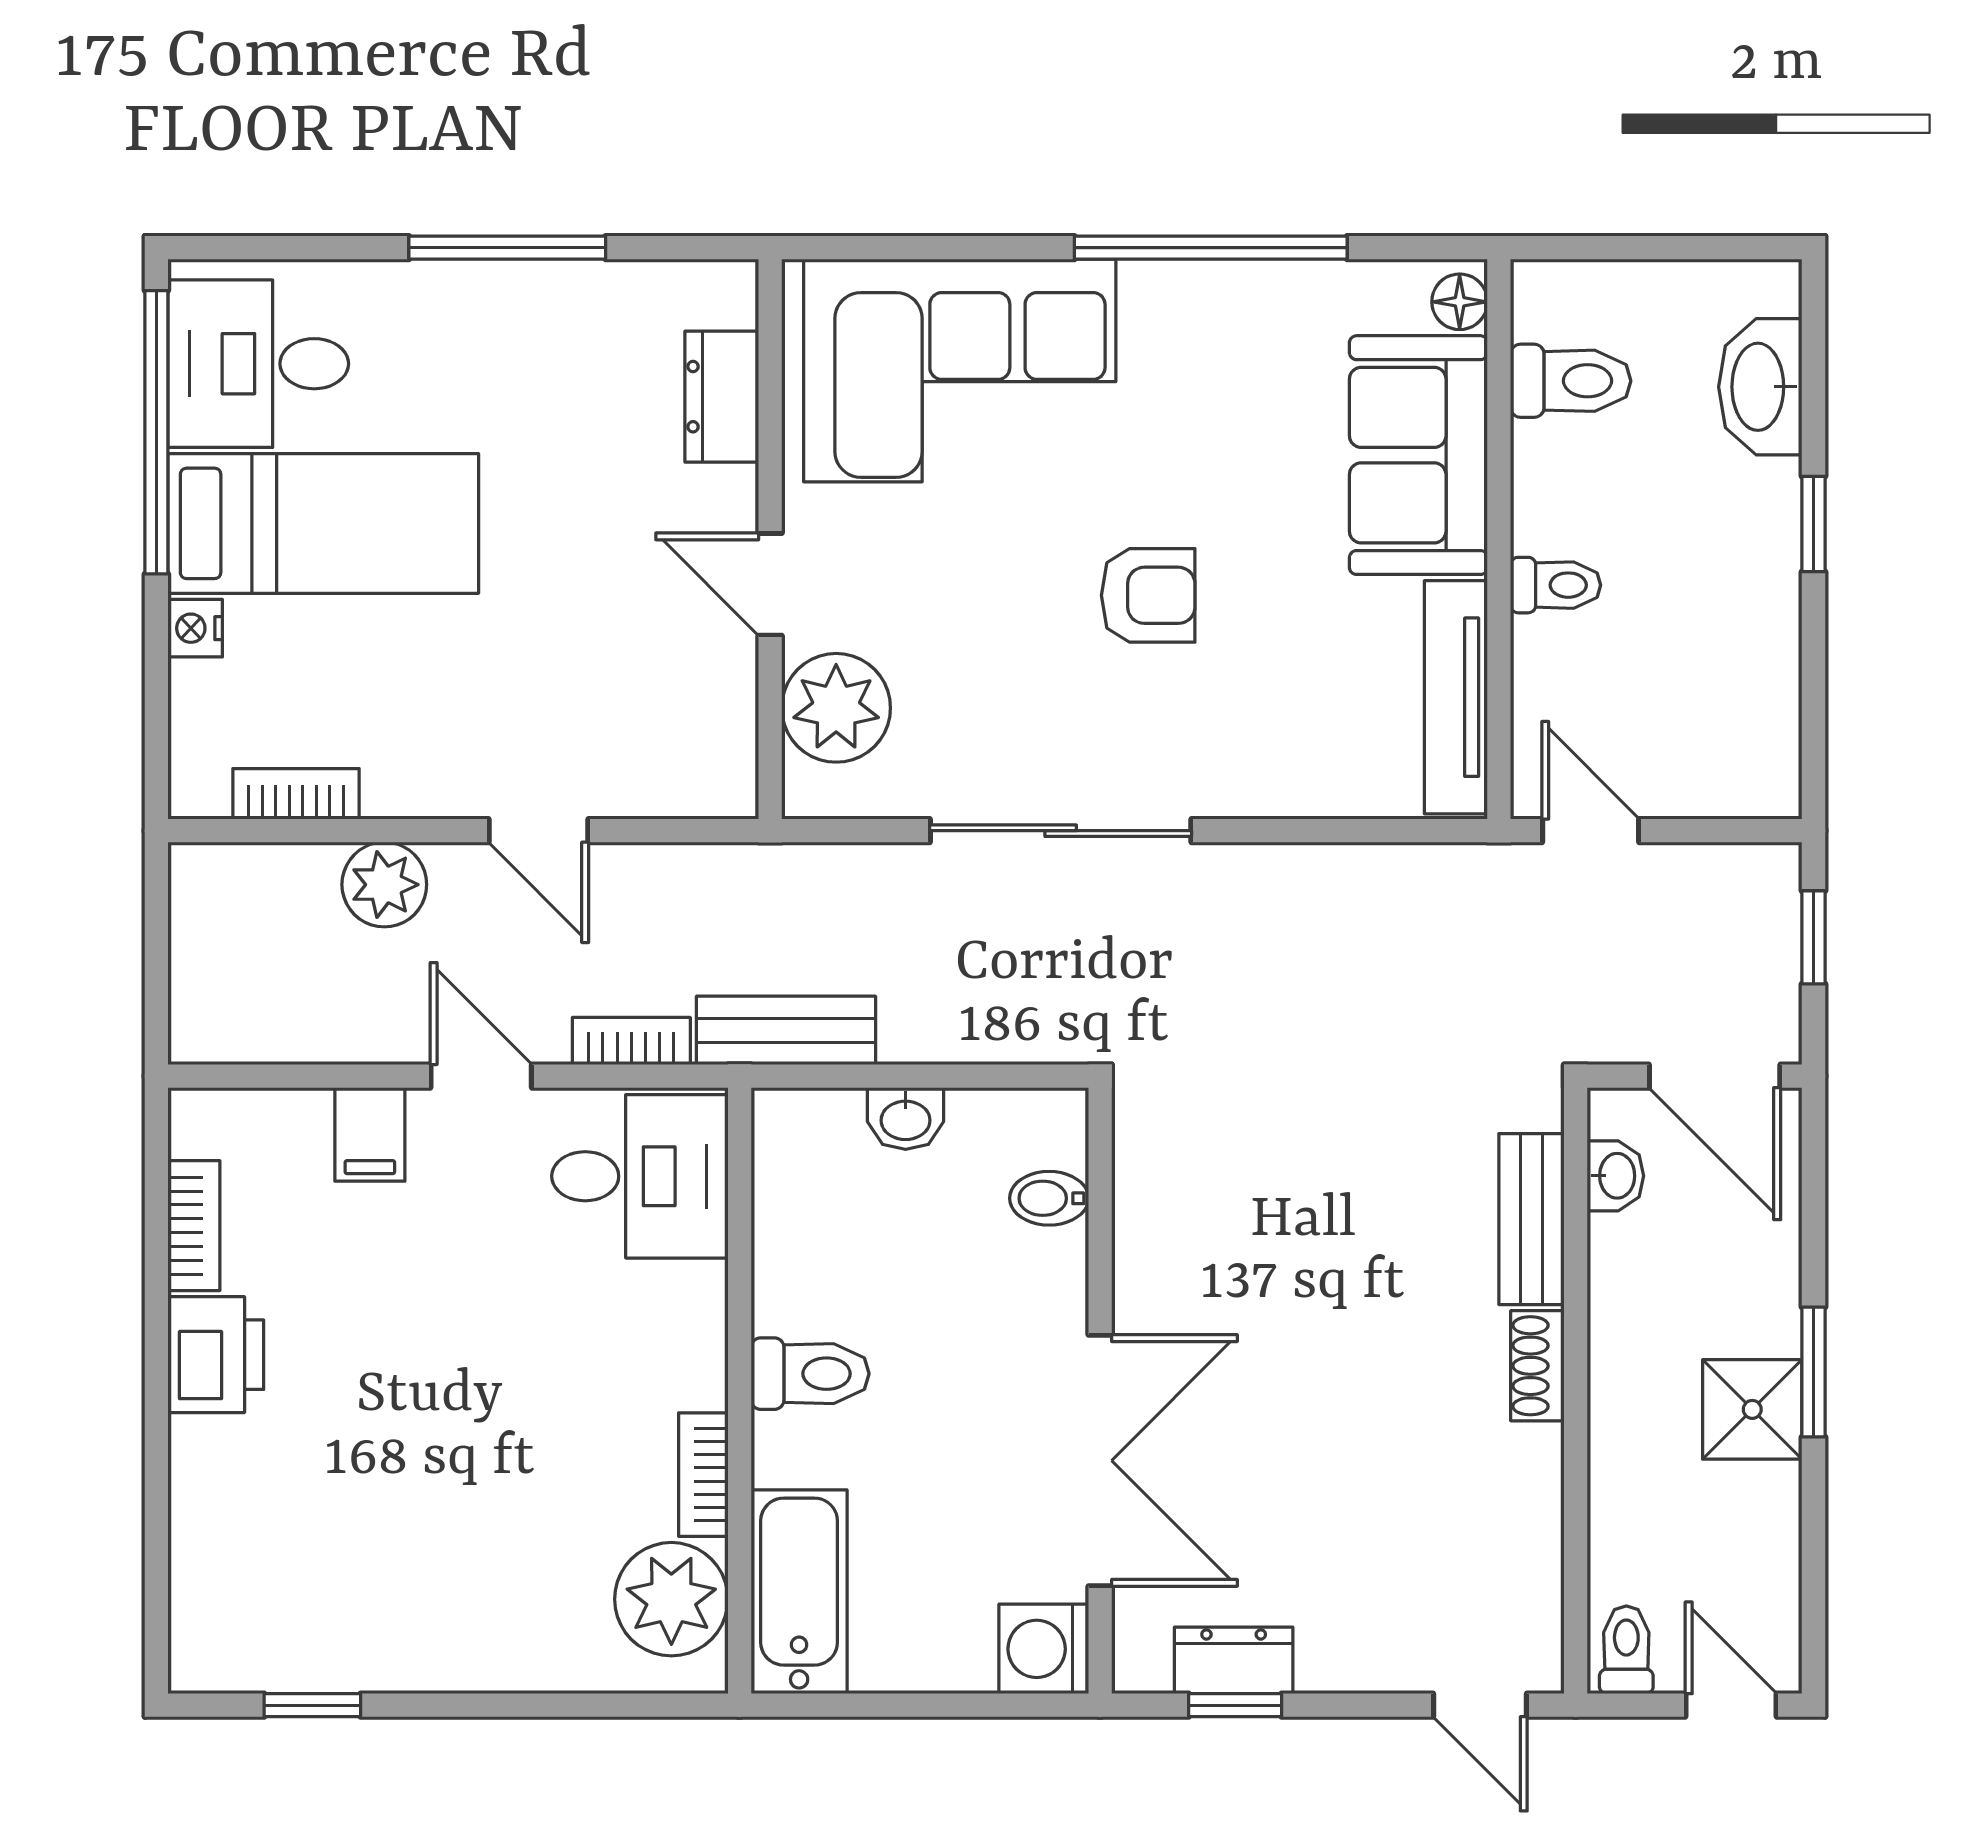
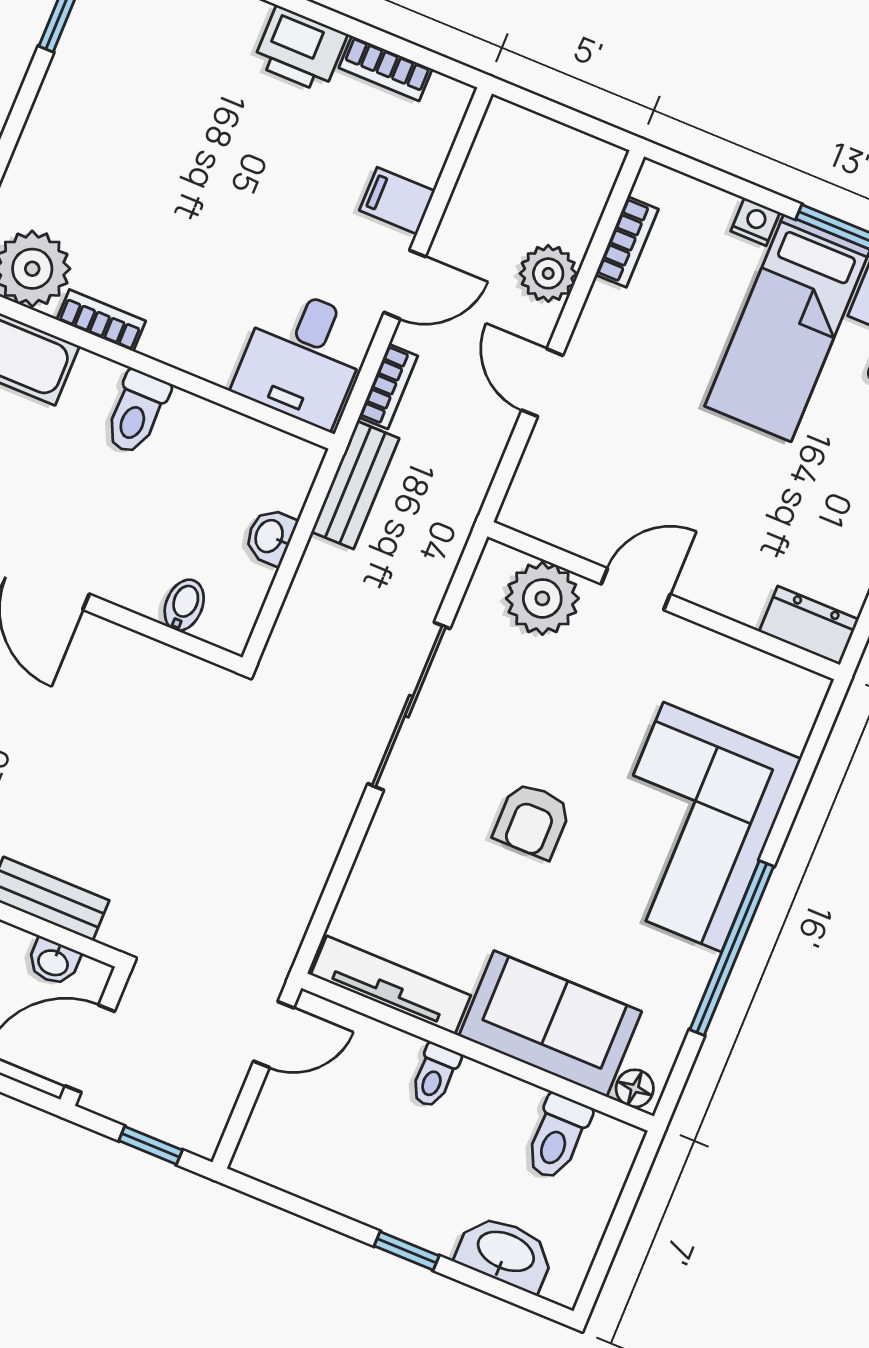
corner sofa: (960, 370) -> (693, 827), moved
dresser: (722, 397) -> (809, 625), moved
door: (538, 831) -> (542, 383), hinge flipped

